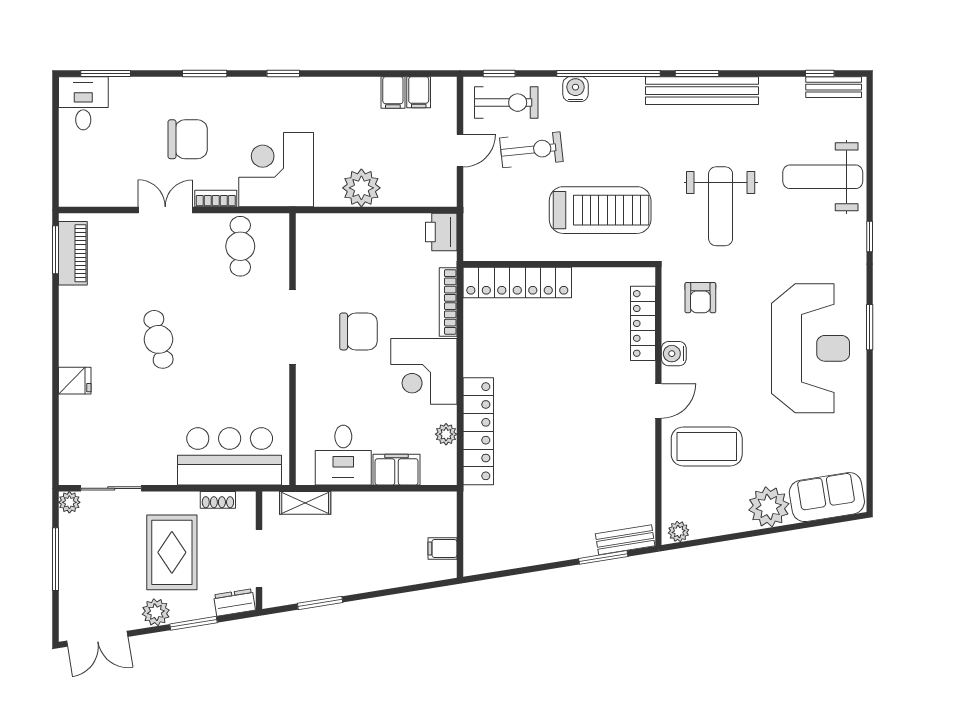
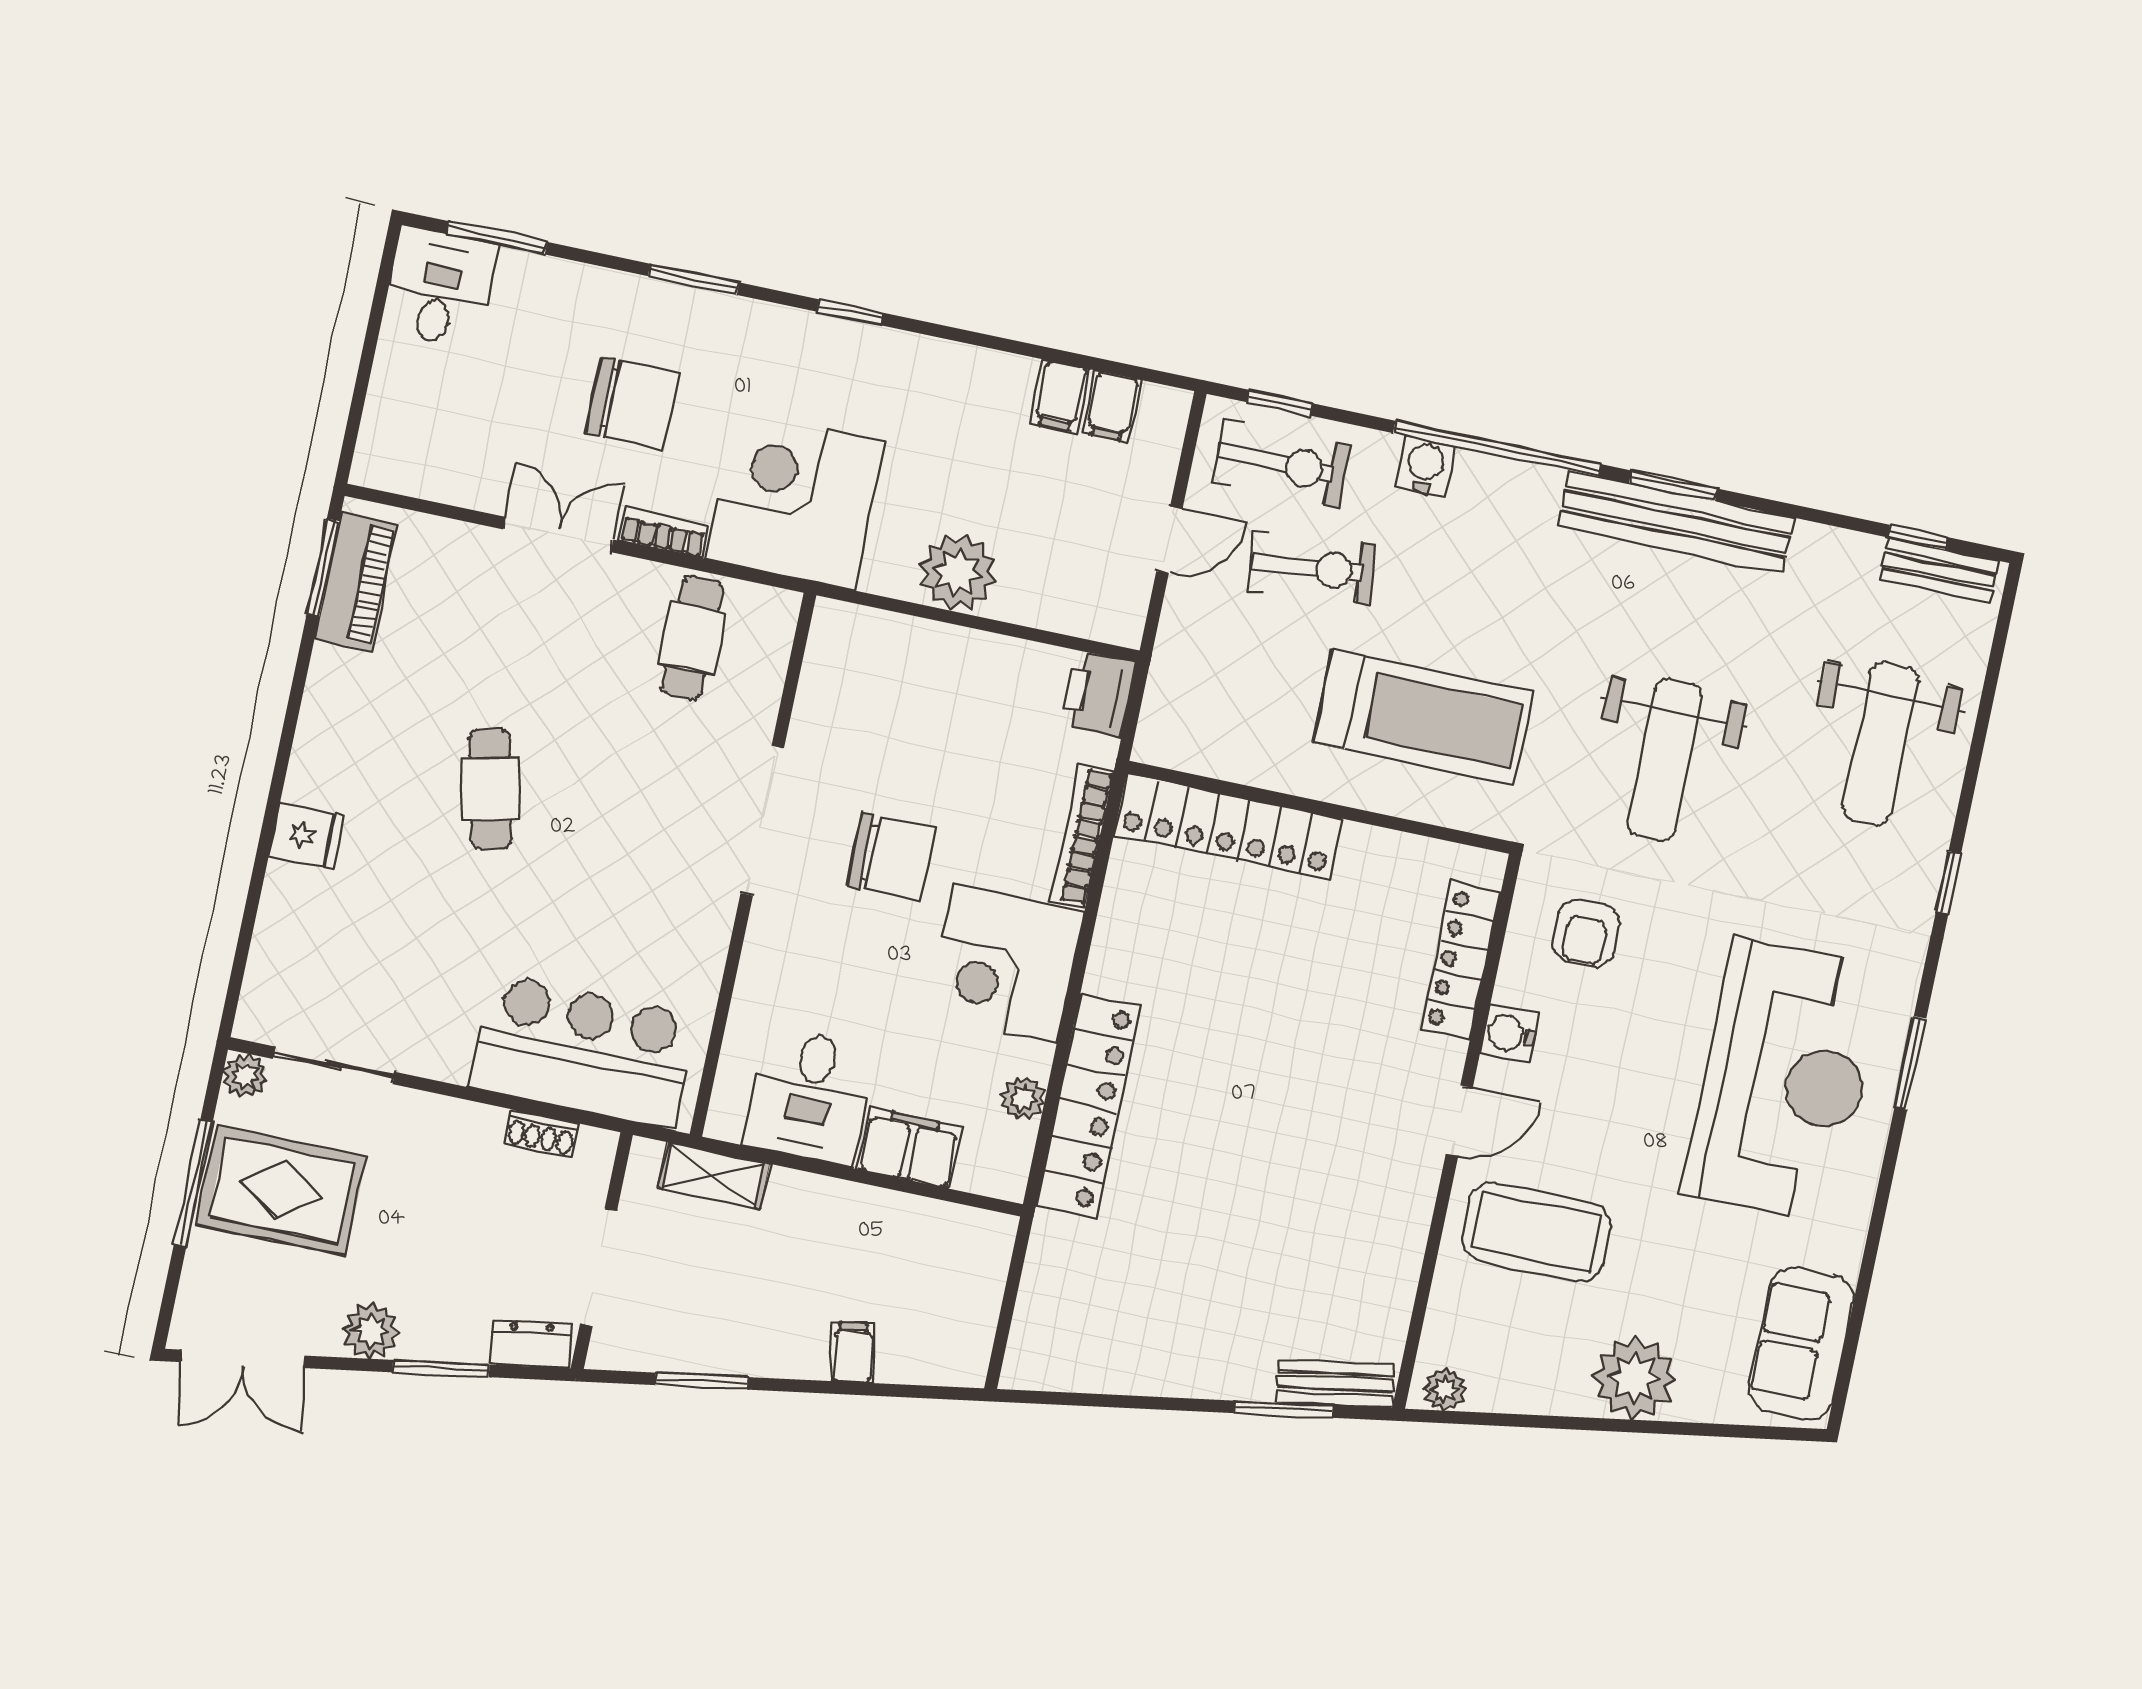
weight bench: (823, 177) -> (1880, 744), turned -90
sofa: (827, 497) -> (1801, 1343), moved, turned -81
filing cabinet: (442, 548) -> (853, 1353), moved, turned 81
rug: (172, 552) -> (281, 1190), moved, turned 90

